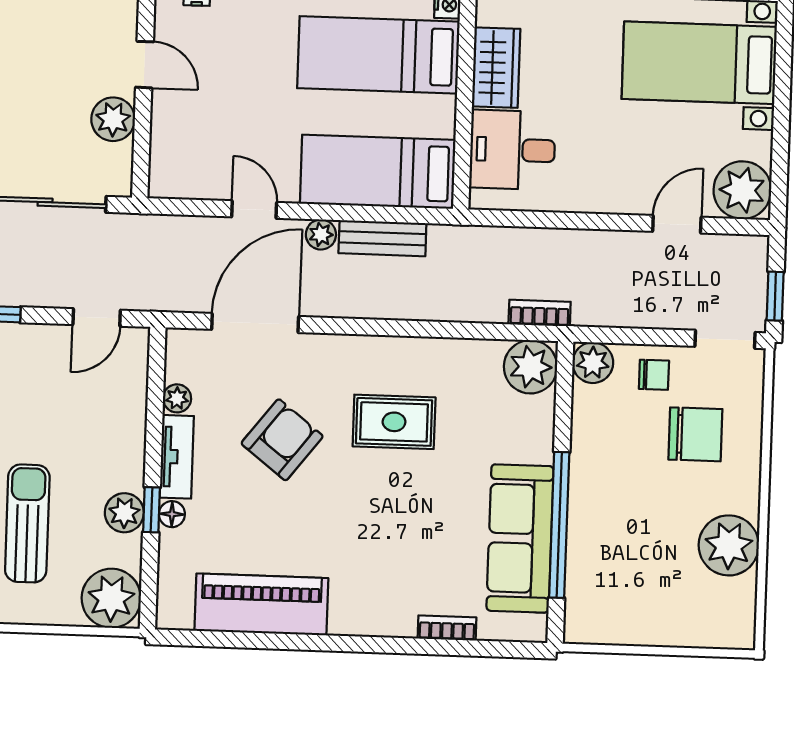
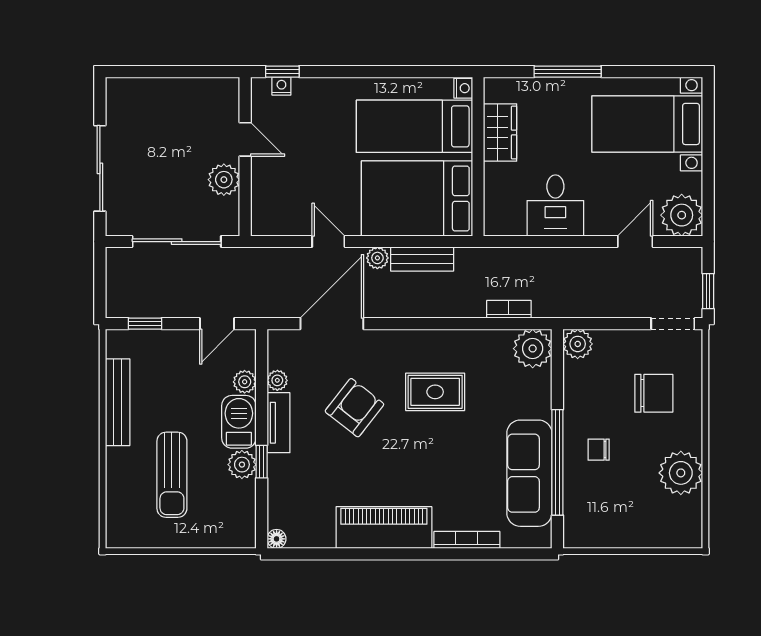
desk: (512, 150) -> (555, 205), moved, turned -90
bed: (378, 172) -> (417, 198), width x1.50
bookcase: (540, 313) -> (509, 309), moved
chair: (654, 375) -> (599, 450), moved, turned 180
barbecue: (122, 454) -> (239, 422), added
floor lamp: (172, 514) -> (277, 539), moved
sun lounger: (27, 523) -> (172, 475), turned 180
plant: (111, 598) -> (245, 382), moved, width x0.53, depth x0.53
piano: (261, 604) -> (384, 528), moved
bookcase: (447, 628) -> (467, 540), width x1.56

